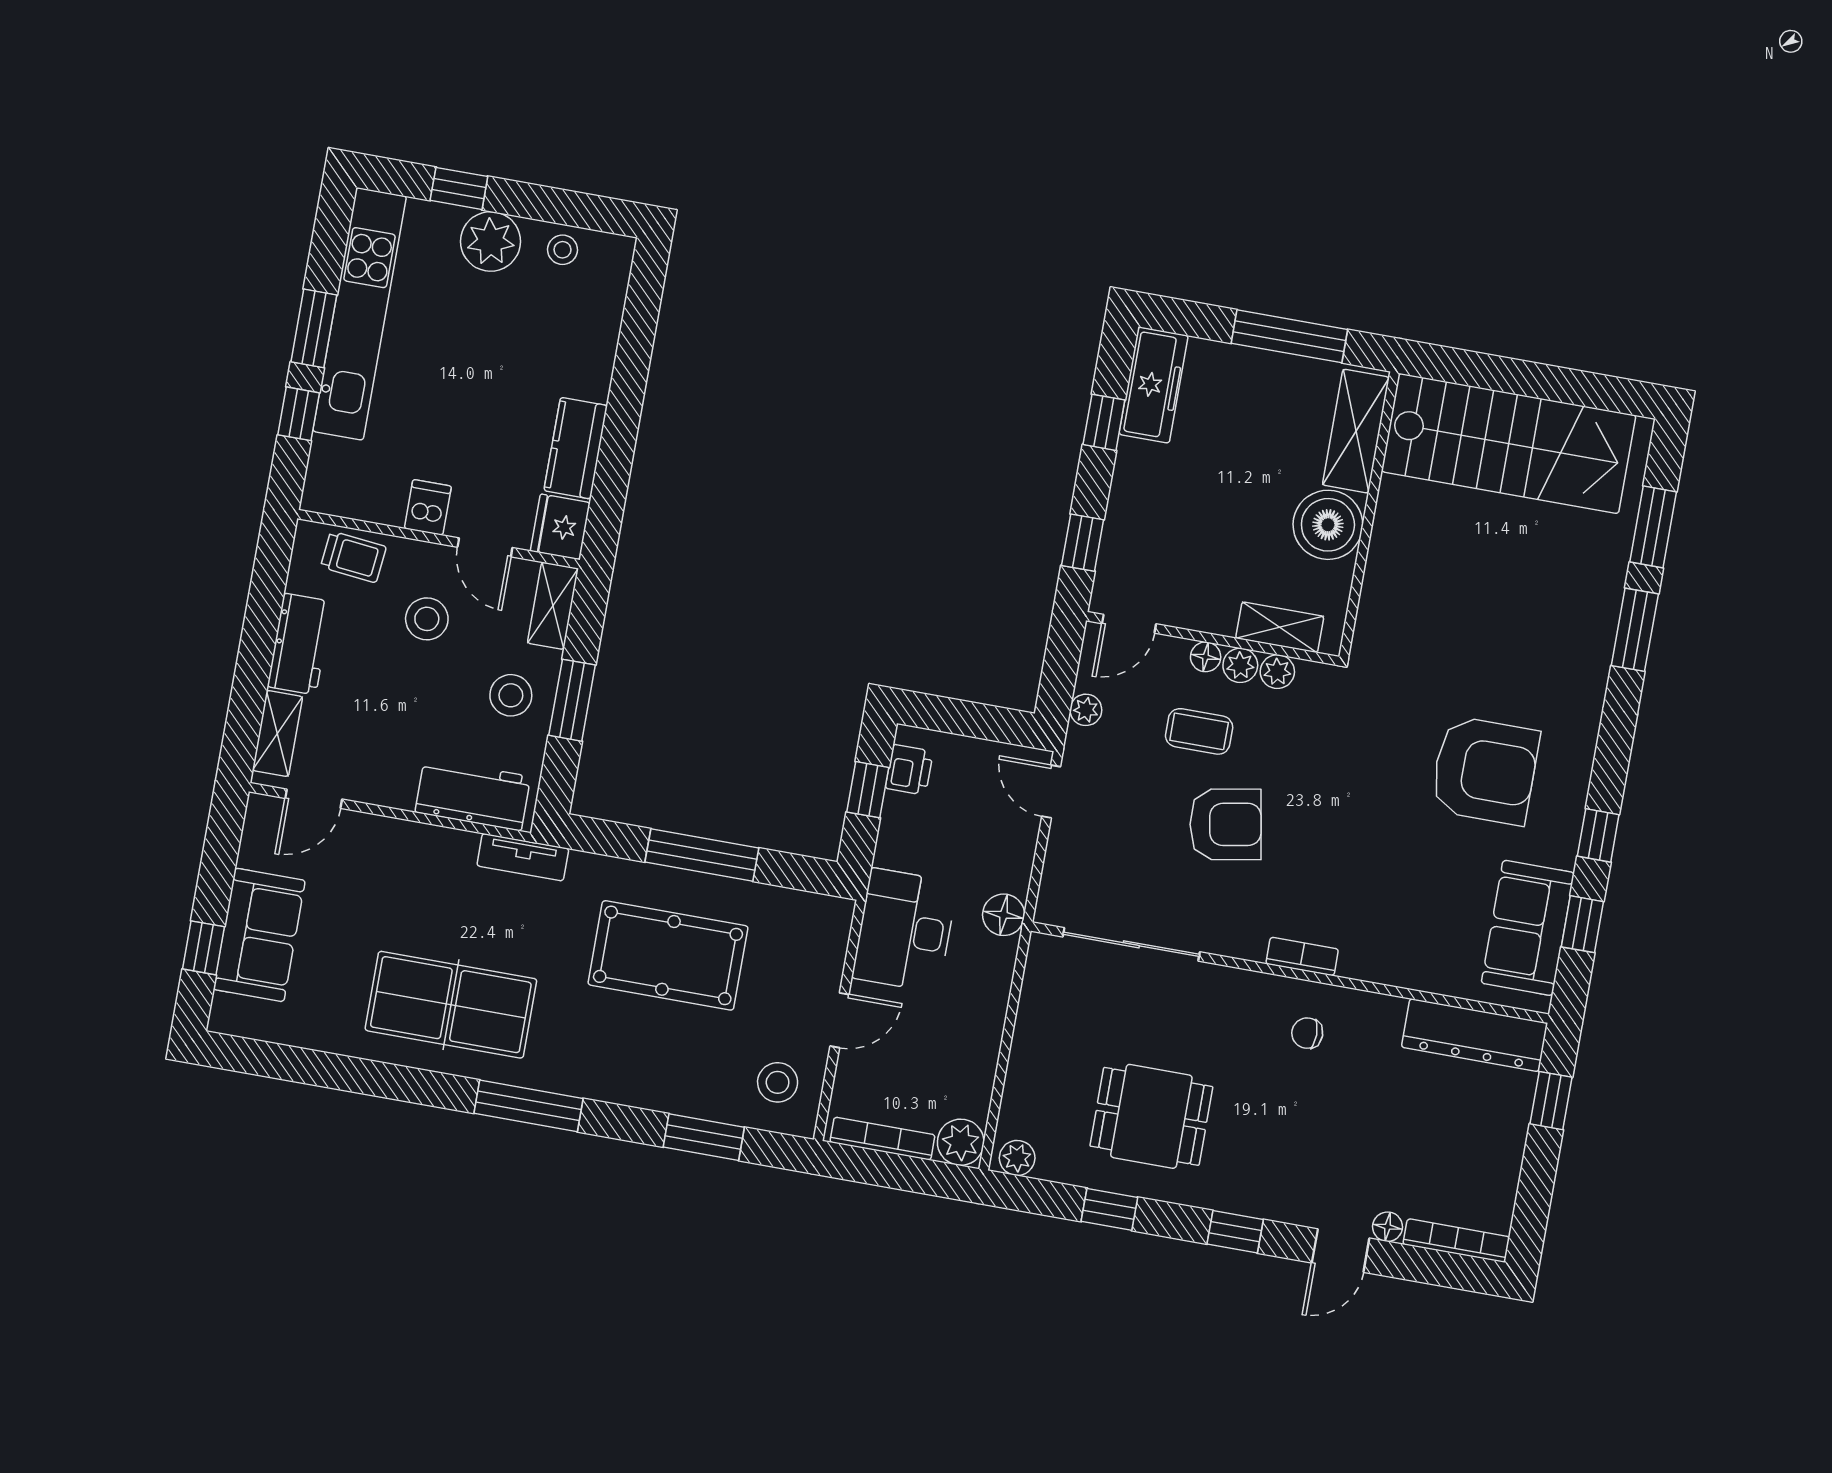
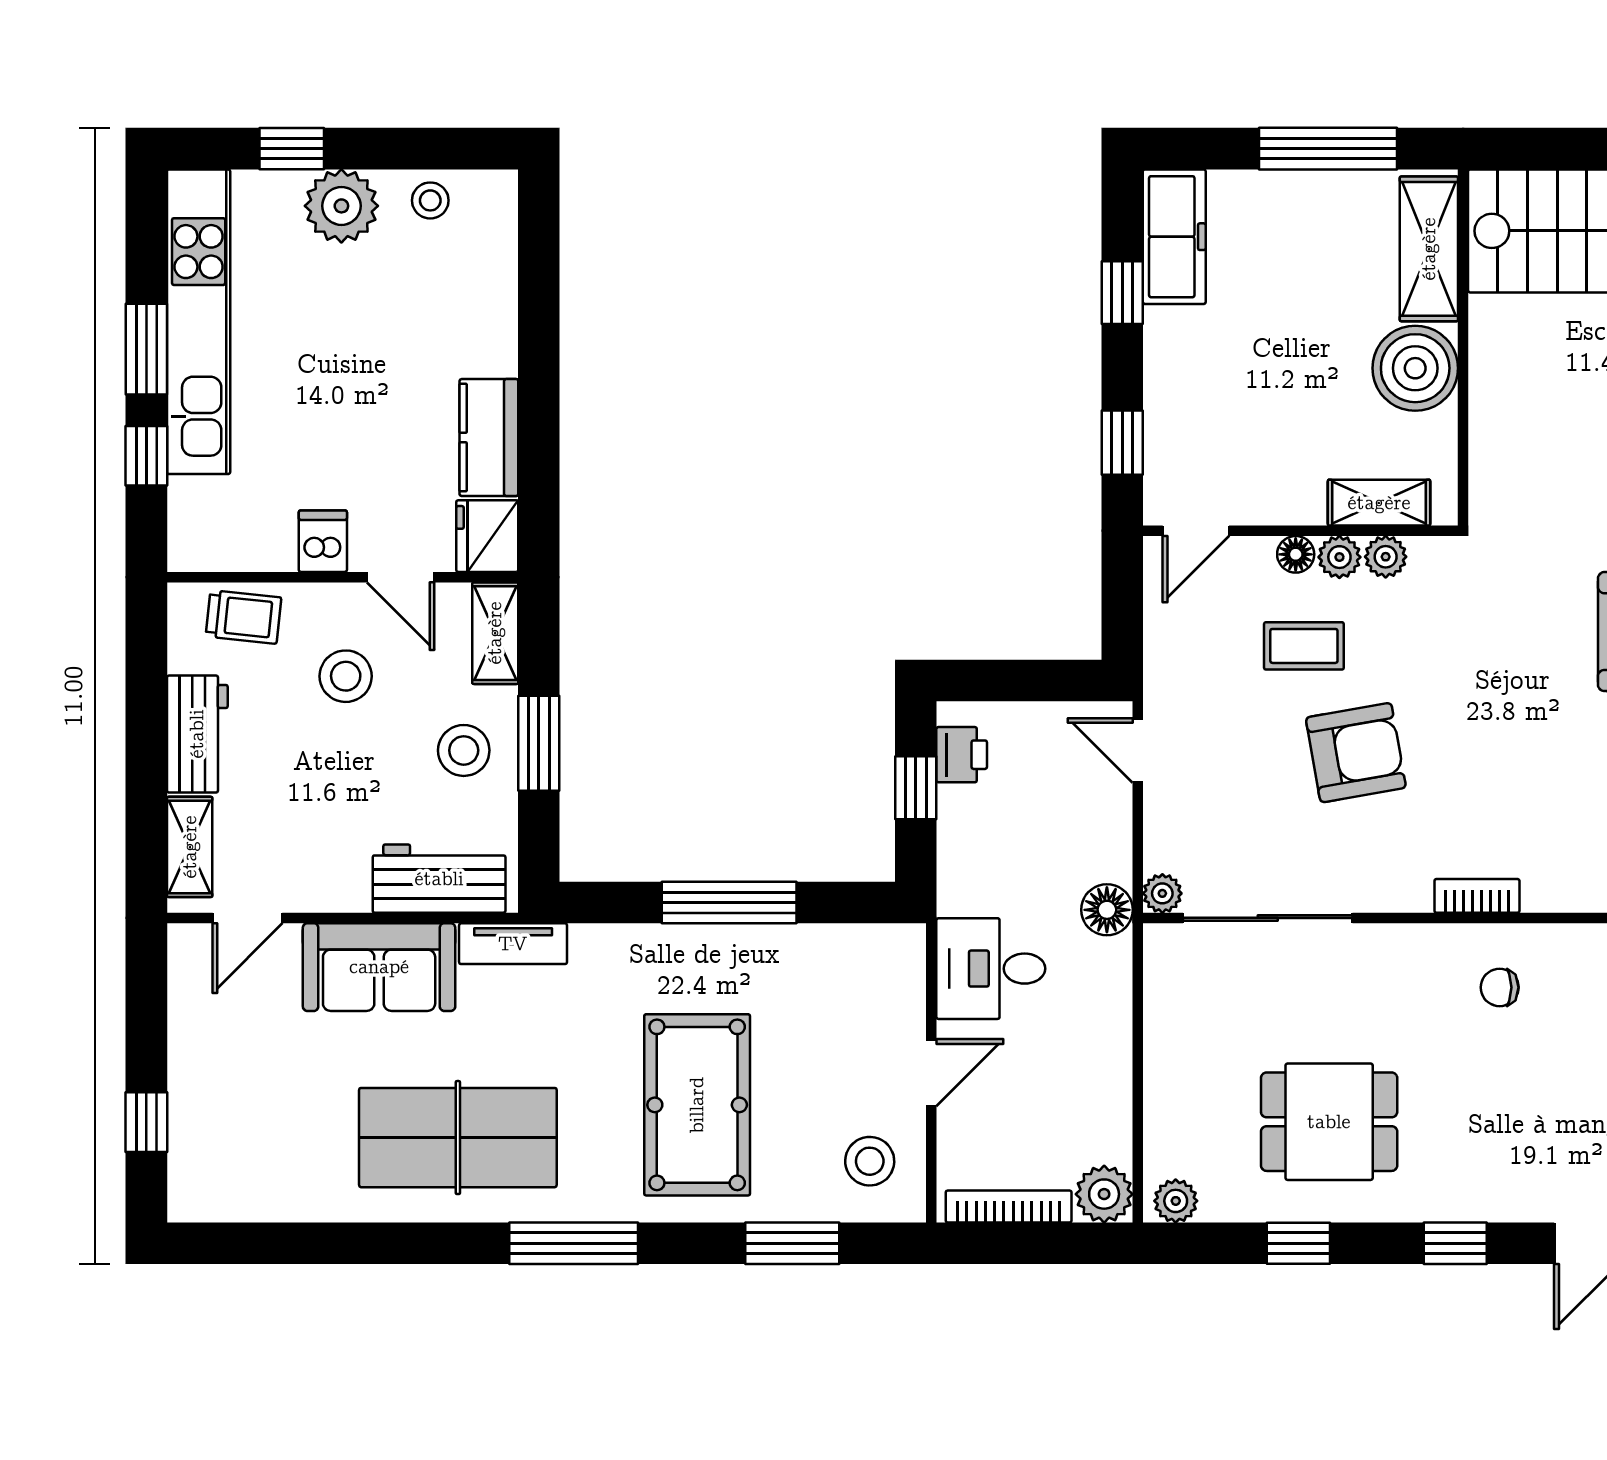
plant: (1086, 710) -> (1162, 893), moved
desk: (905, 930) -> (991, 969), width x0.73
sofa: (259, 935) -> (379, 967), moved, turned 90
pool table: (668, 955) -> (697, 1105), moved, turned 90

